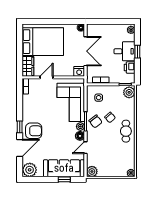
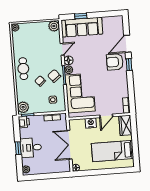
bed: (43, 42) -> (113, 151), width x0.67
printer: (130, 68) -> (24, 122), moved
nightstand: (79, 71) -> (91, 123), moved
plant: (30, 170) -> (116, 23), removed

